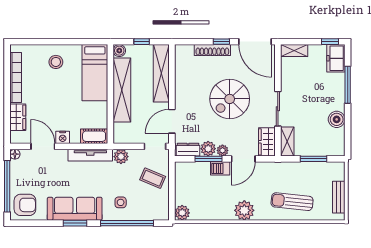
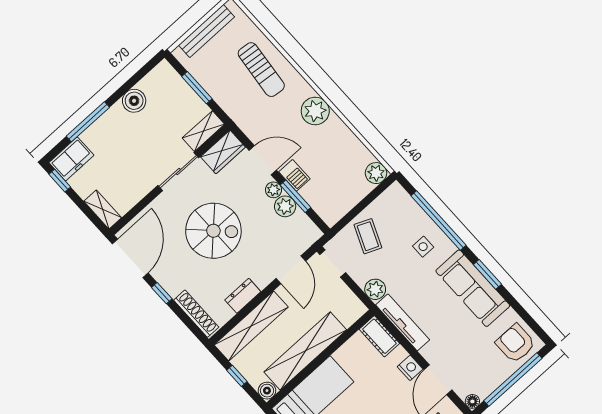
shoe rack: (212, 50) -> (196, 314), moved
door: (172, 121) -> (291, 270), hinge flipped
dresser: (188, 150) -> (243, 296), moved, turned 90
bench: (339, 197) -> (206, 31), width x1.36

